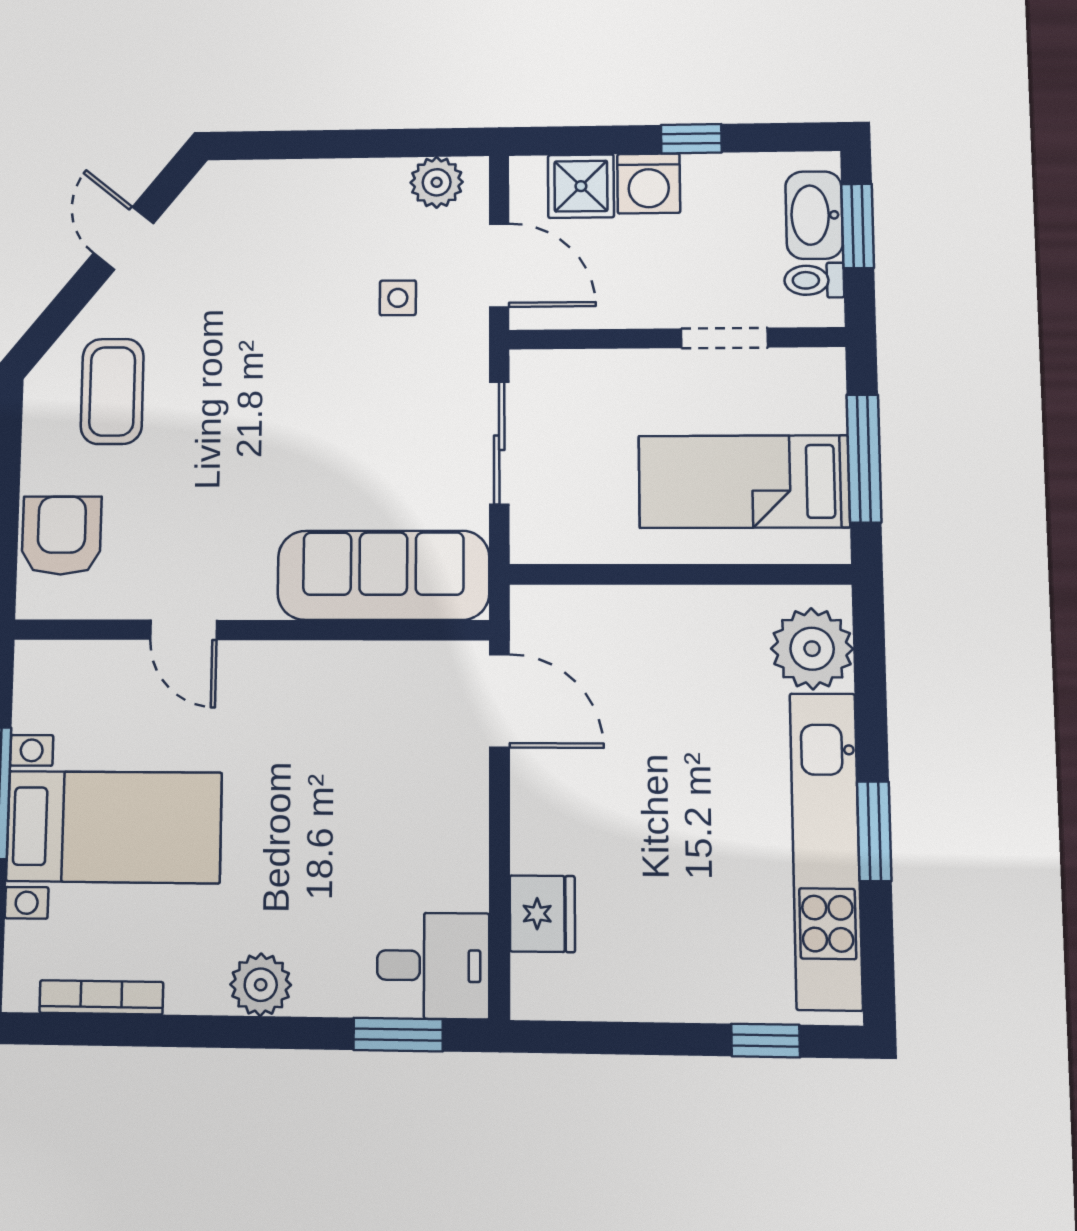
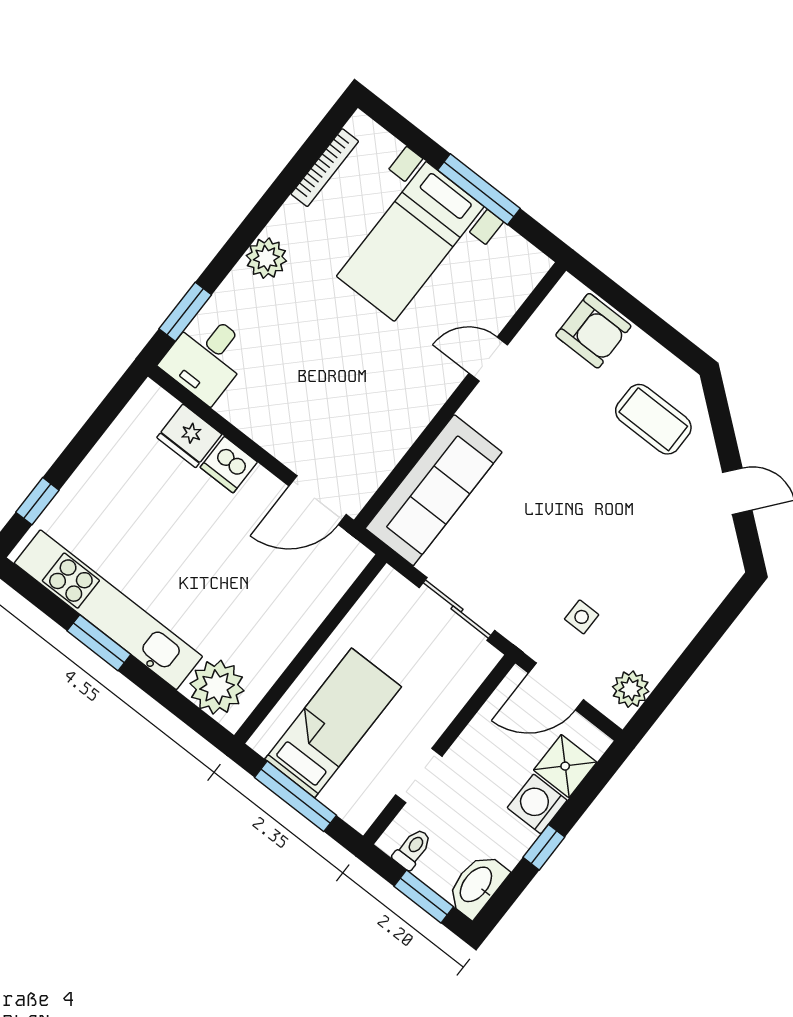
washbasin: (814, 215) -> (477, 885), moved, turned -90
dishwasher: (540, 839) -> (229, 465), added

